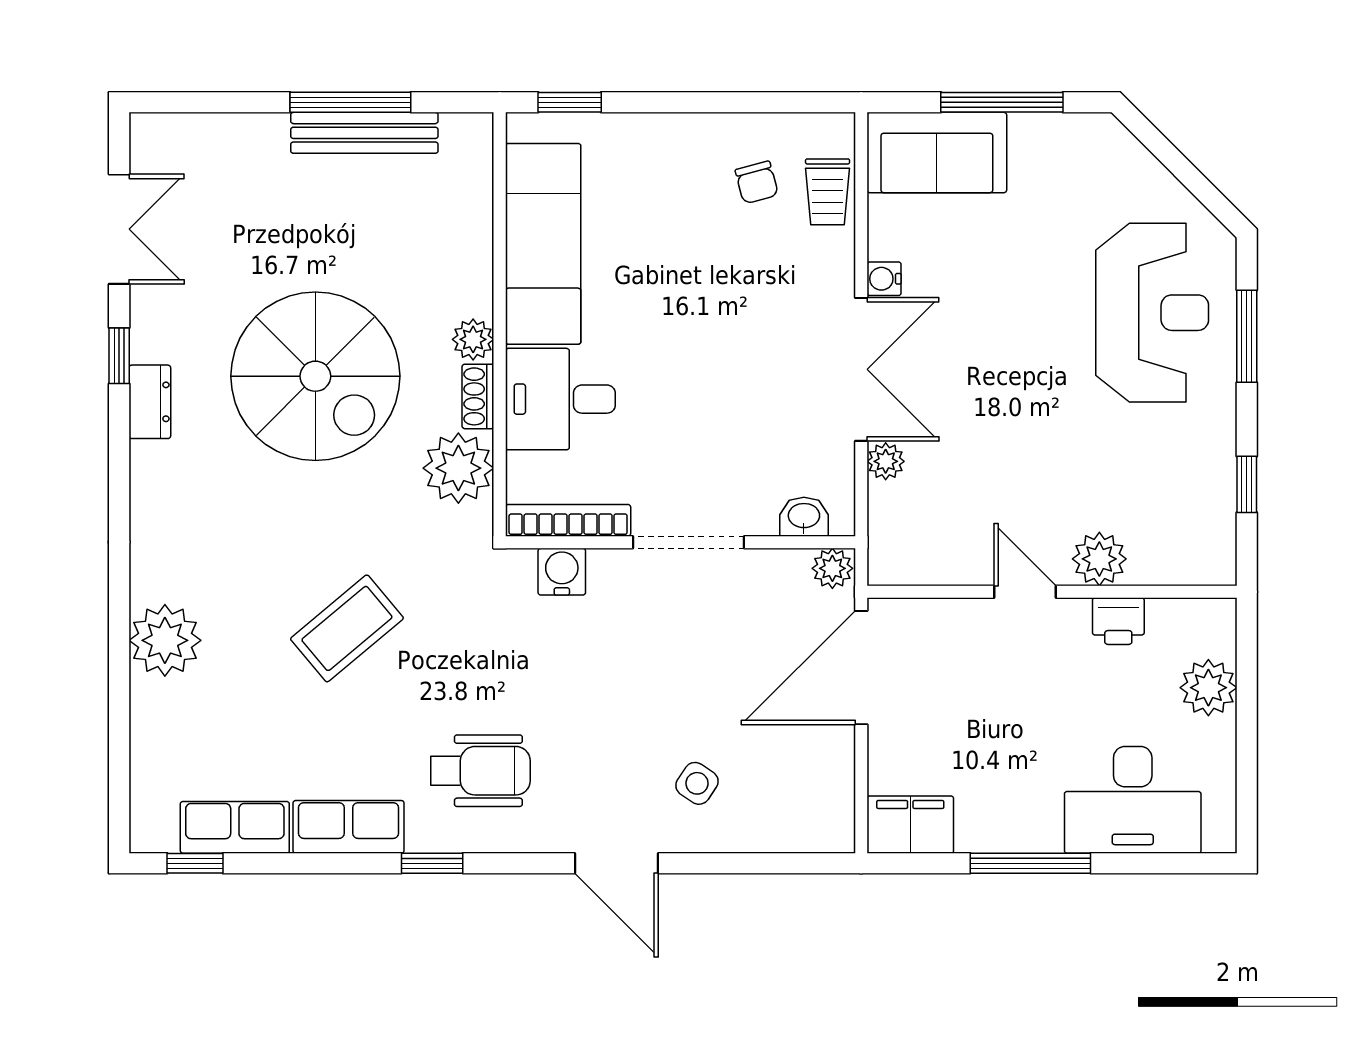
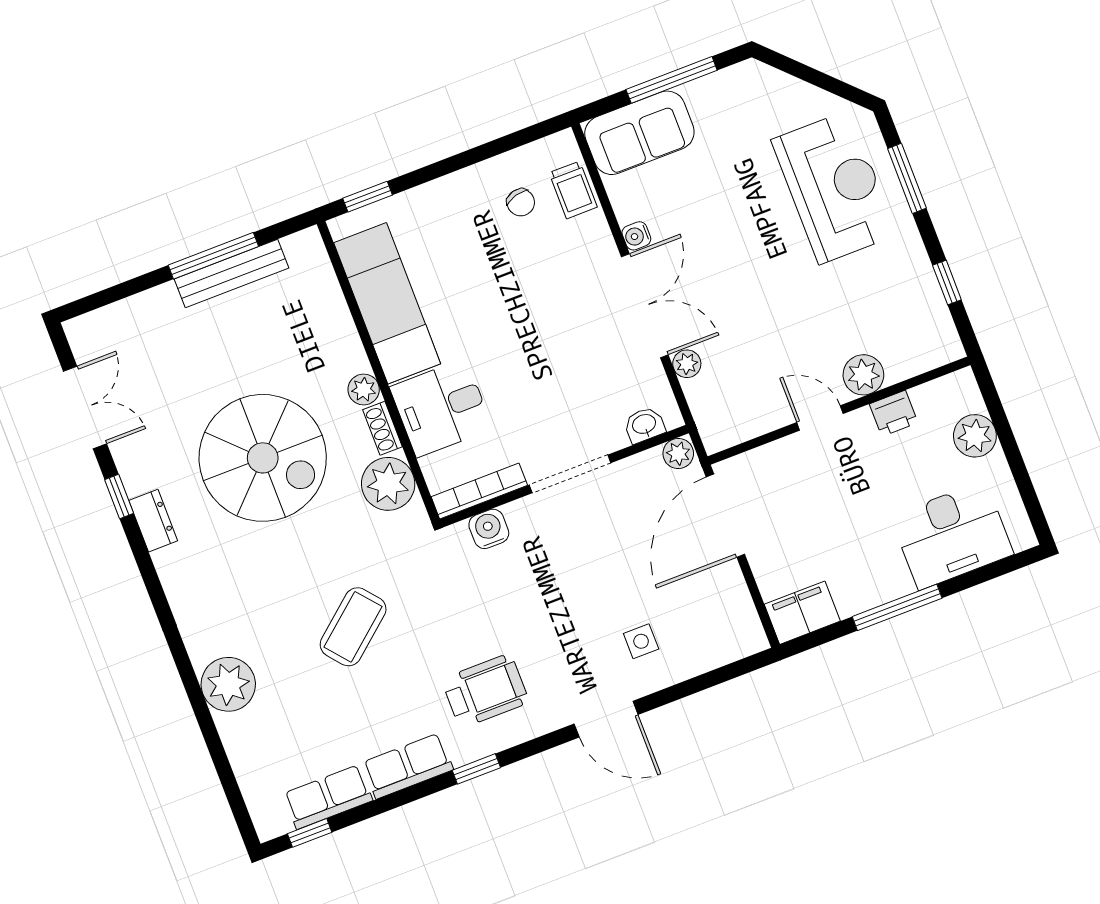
side table: (697, 783) -> (641, 641), turned -34

